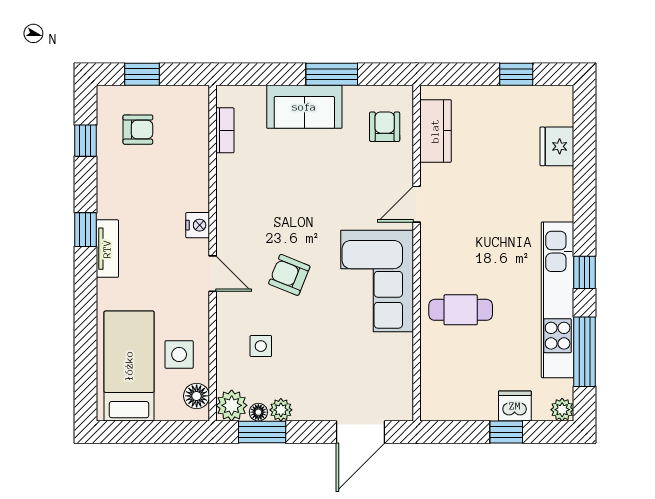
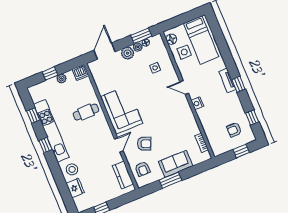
stool: (547, 192) -> (72, 169), added
armchair: (289, 275) -> (144, 144), moved
window: (585, 352) -> (33, 115), width x0.46
plant: (232, 405) -> (127, 53), moved
dishwasher: (515, 406) -> (80, 72), moved
plant: (562, 410) -> (62, 79), moved

